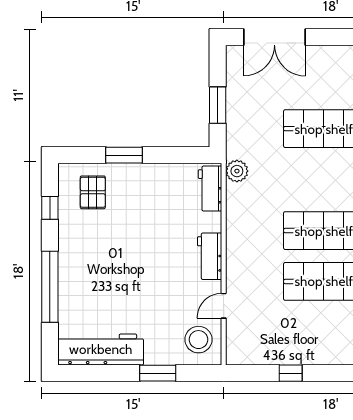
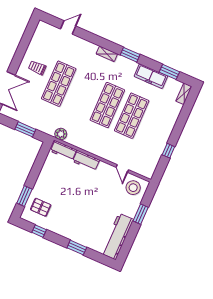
trolley: (335, 79) -> (37, 68), added
window: (124, 155) -> (24, 196), moved
workbench: (210, 256) -> (86, 161), moved
window: (50, 287) -> (77, 248), width x0.47

